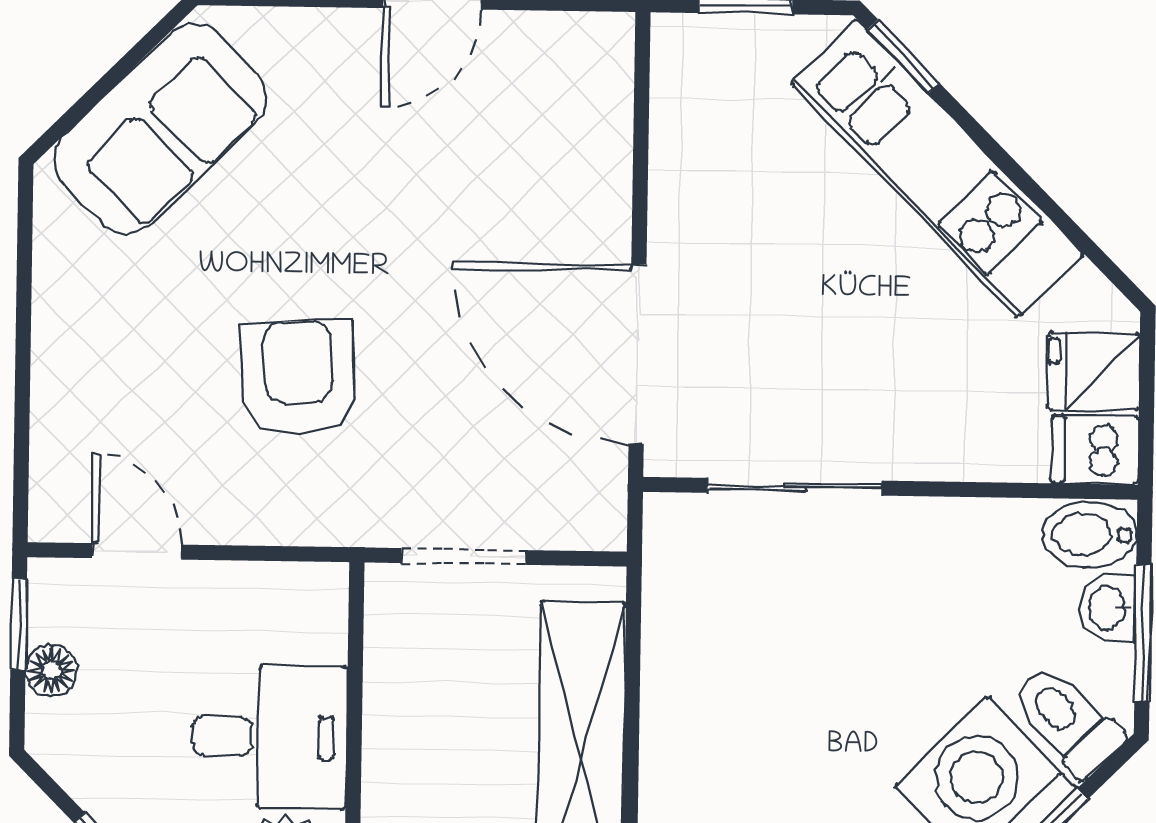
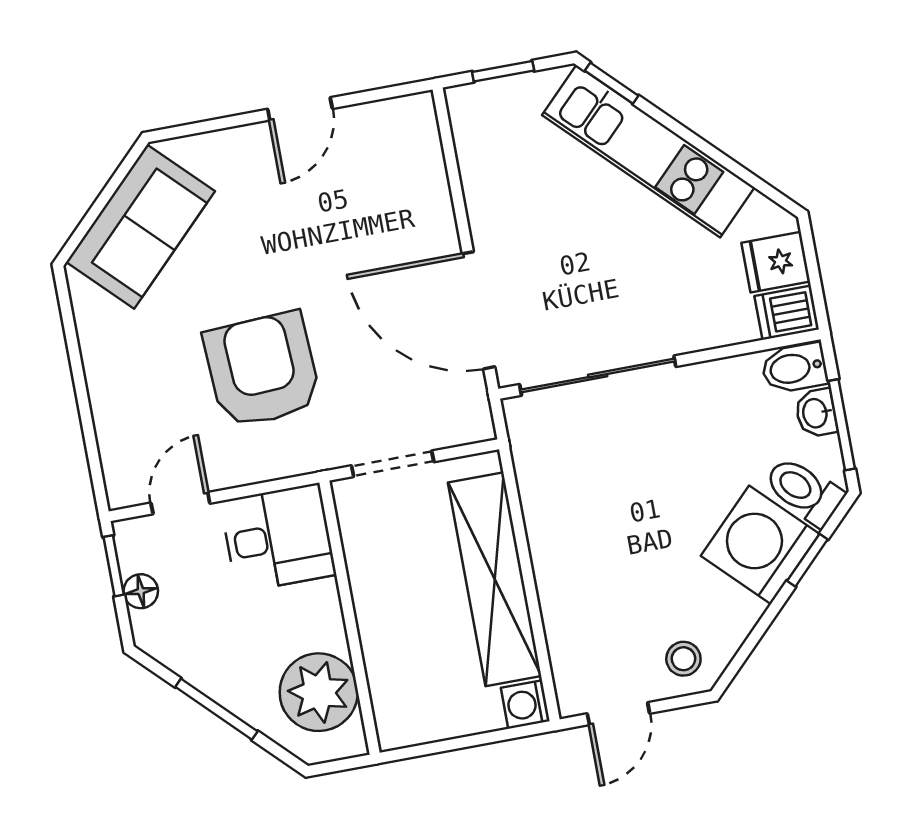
armchair: (298, 378) -> (262, 370), width x1.36, depth x1.36
sliding door: (795, 487) -> (598, 376), width x1.37
door: (137, 551) -> (180, 503), hinge flipped
desk: (270, 737) -> (278, 538), moved

